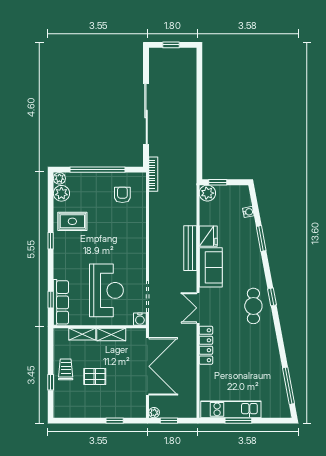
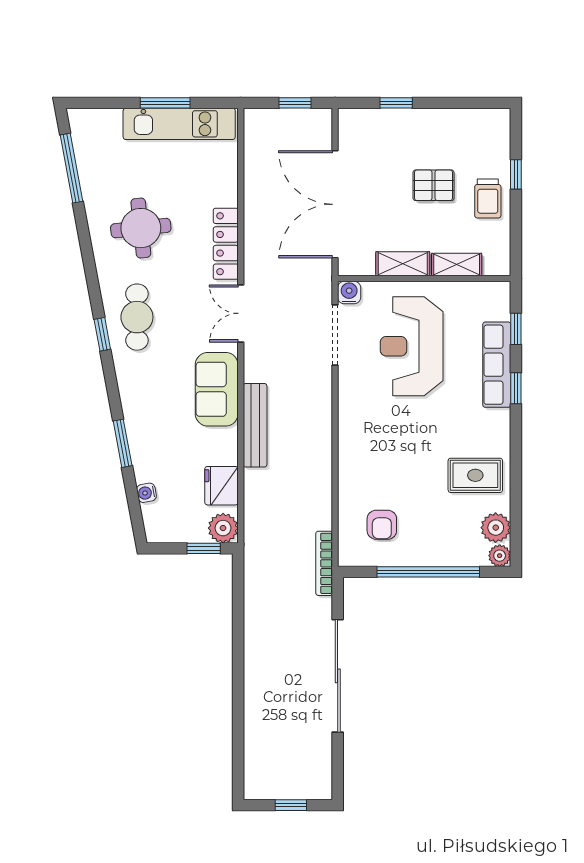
fridge: (208, 236) -> (221, 486), moved
window: (51, 241) -> (516, 388), moved
row of seats: (61, 302) -> (497, 365), moved
double door: (198, 308) -> (241, 313), swing flipped
round table: (251, 354) -> (141, 228), added
plant: (154, 413) -> (323, 118), removed

